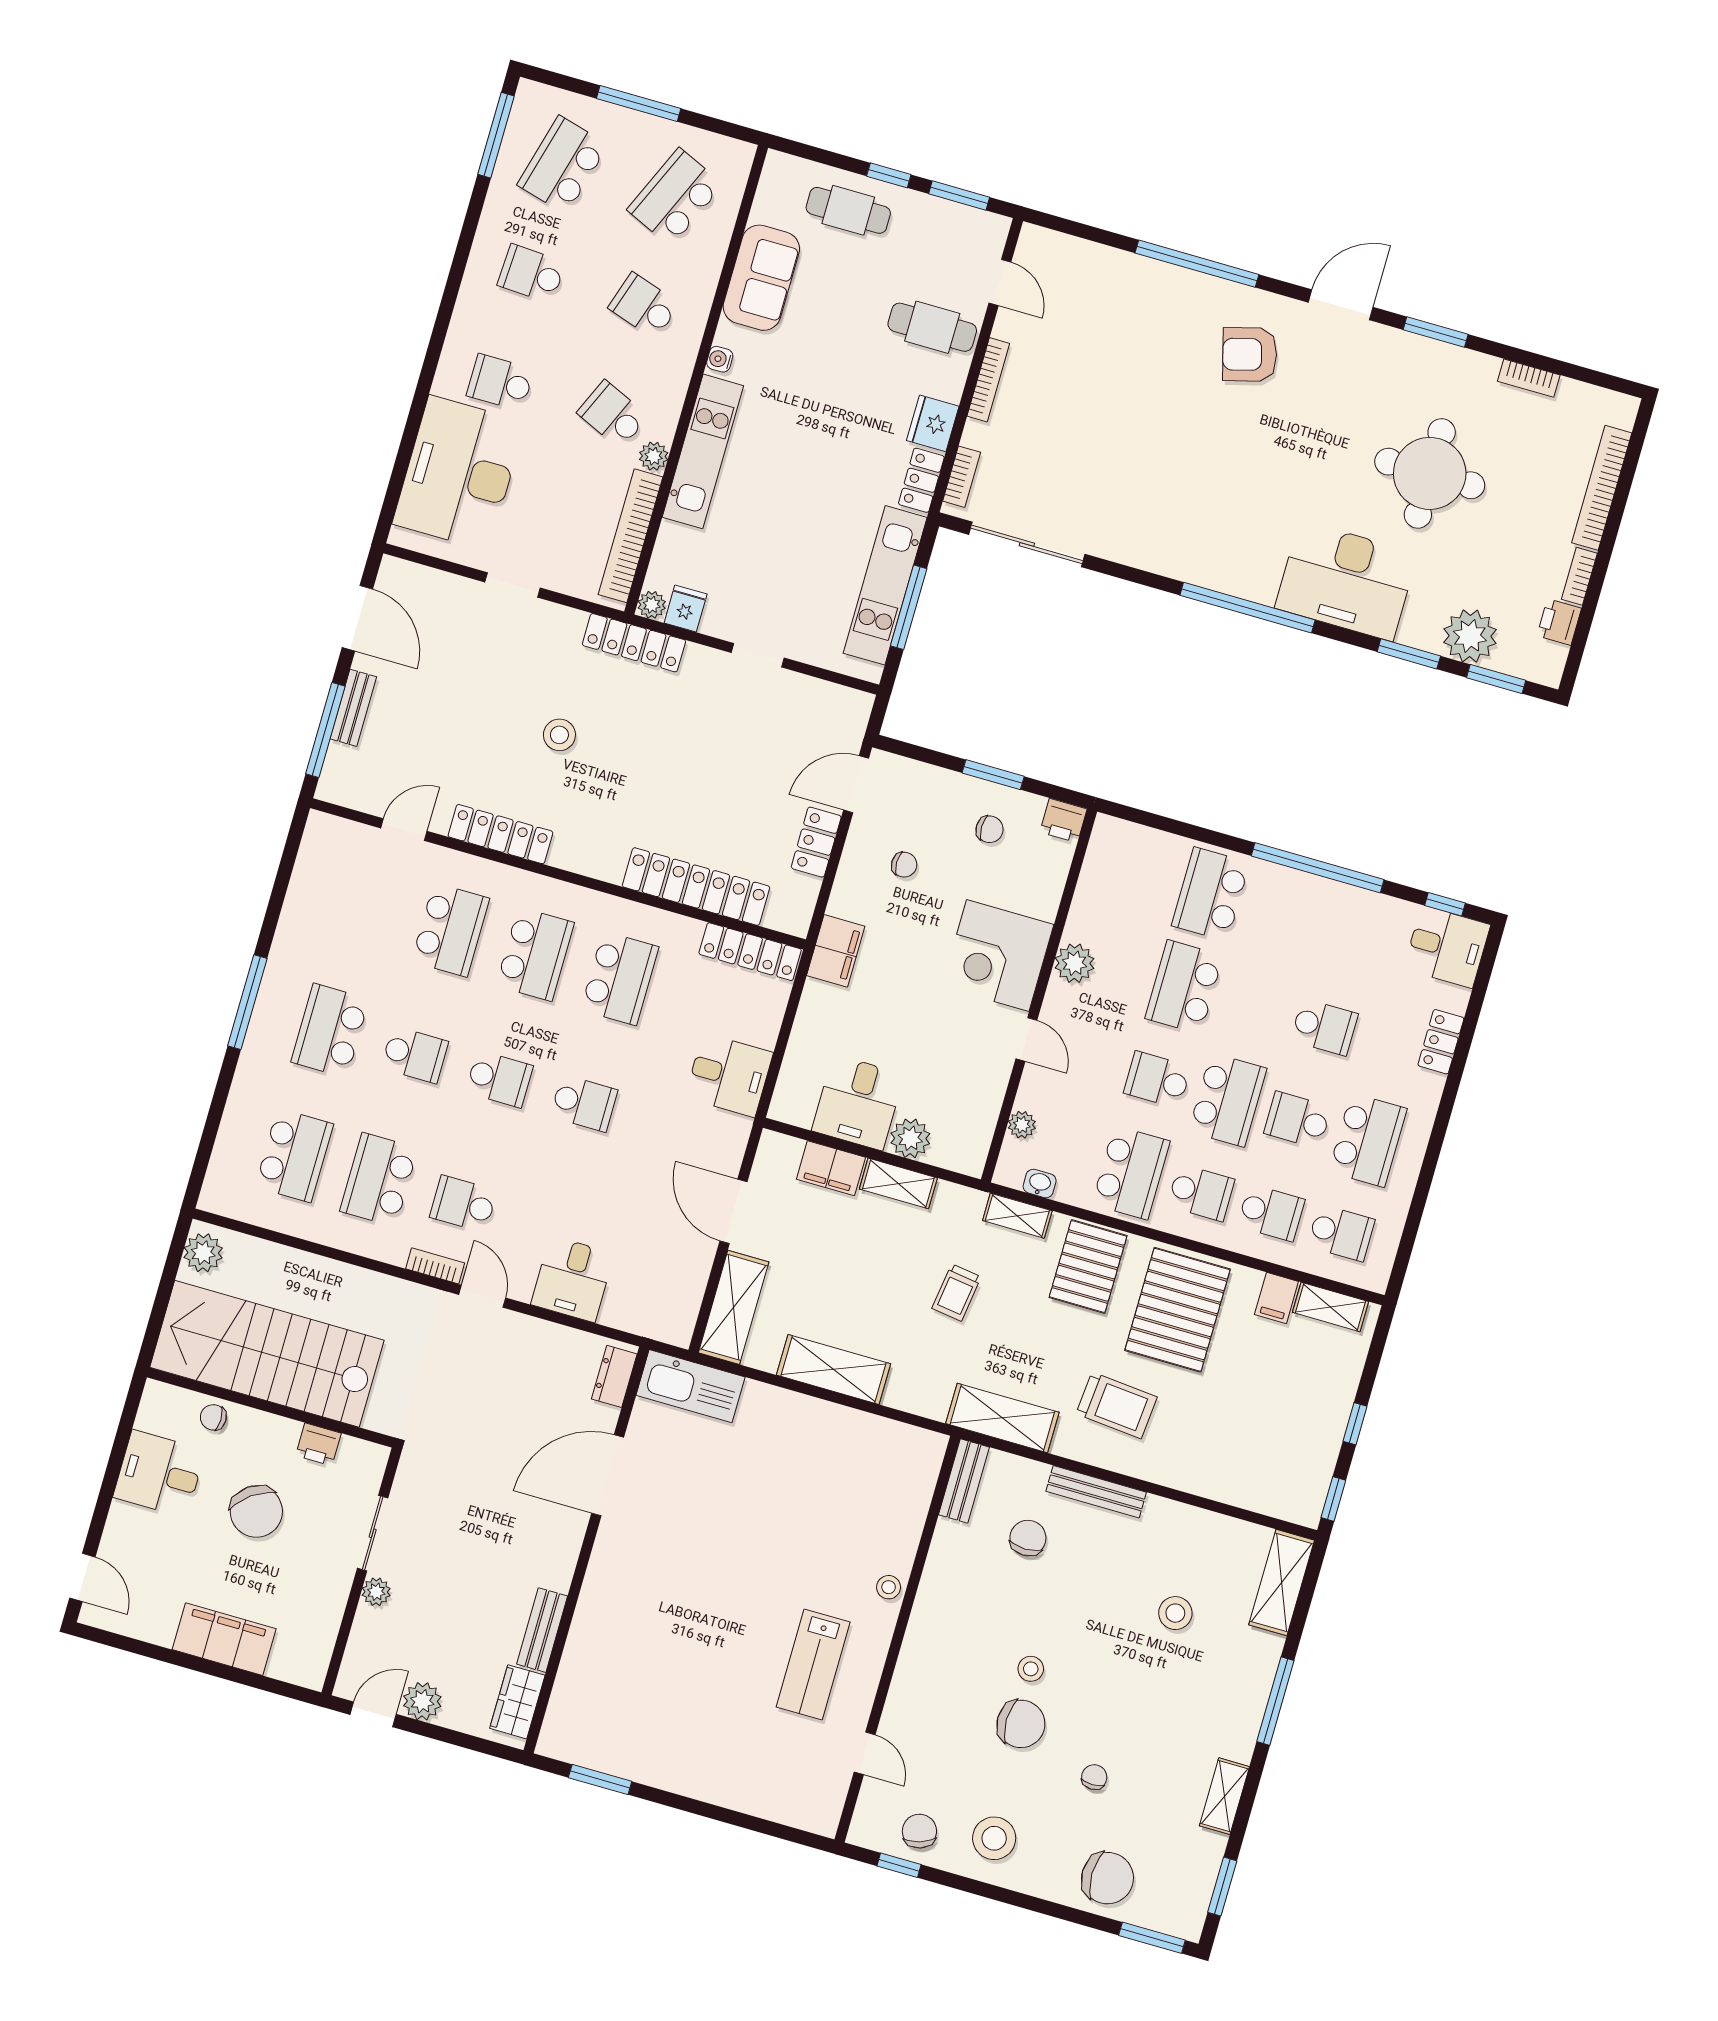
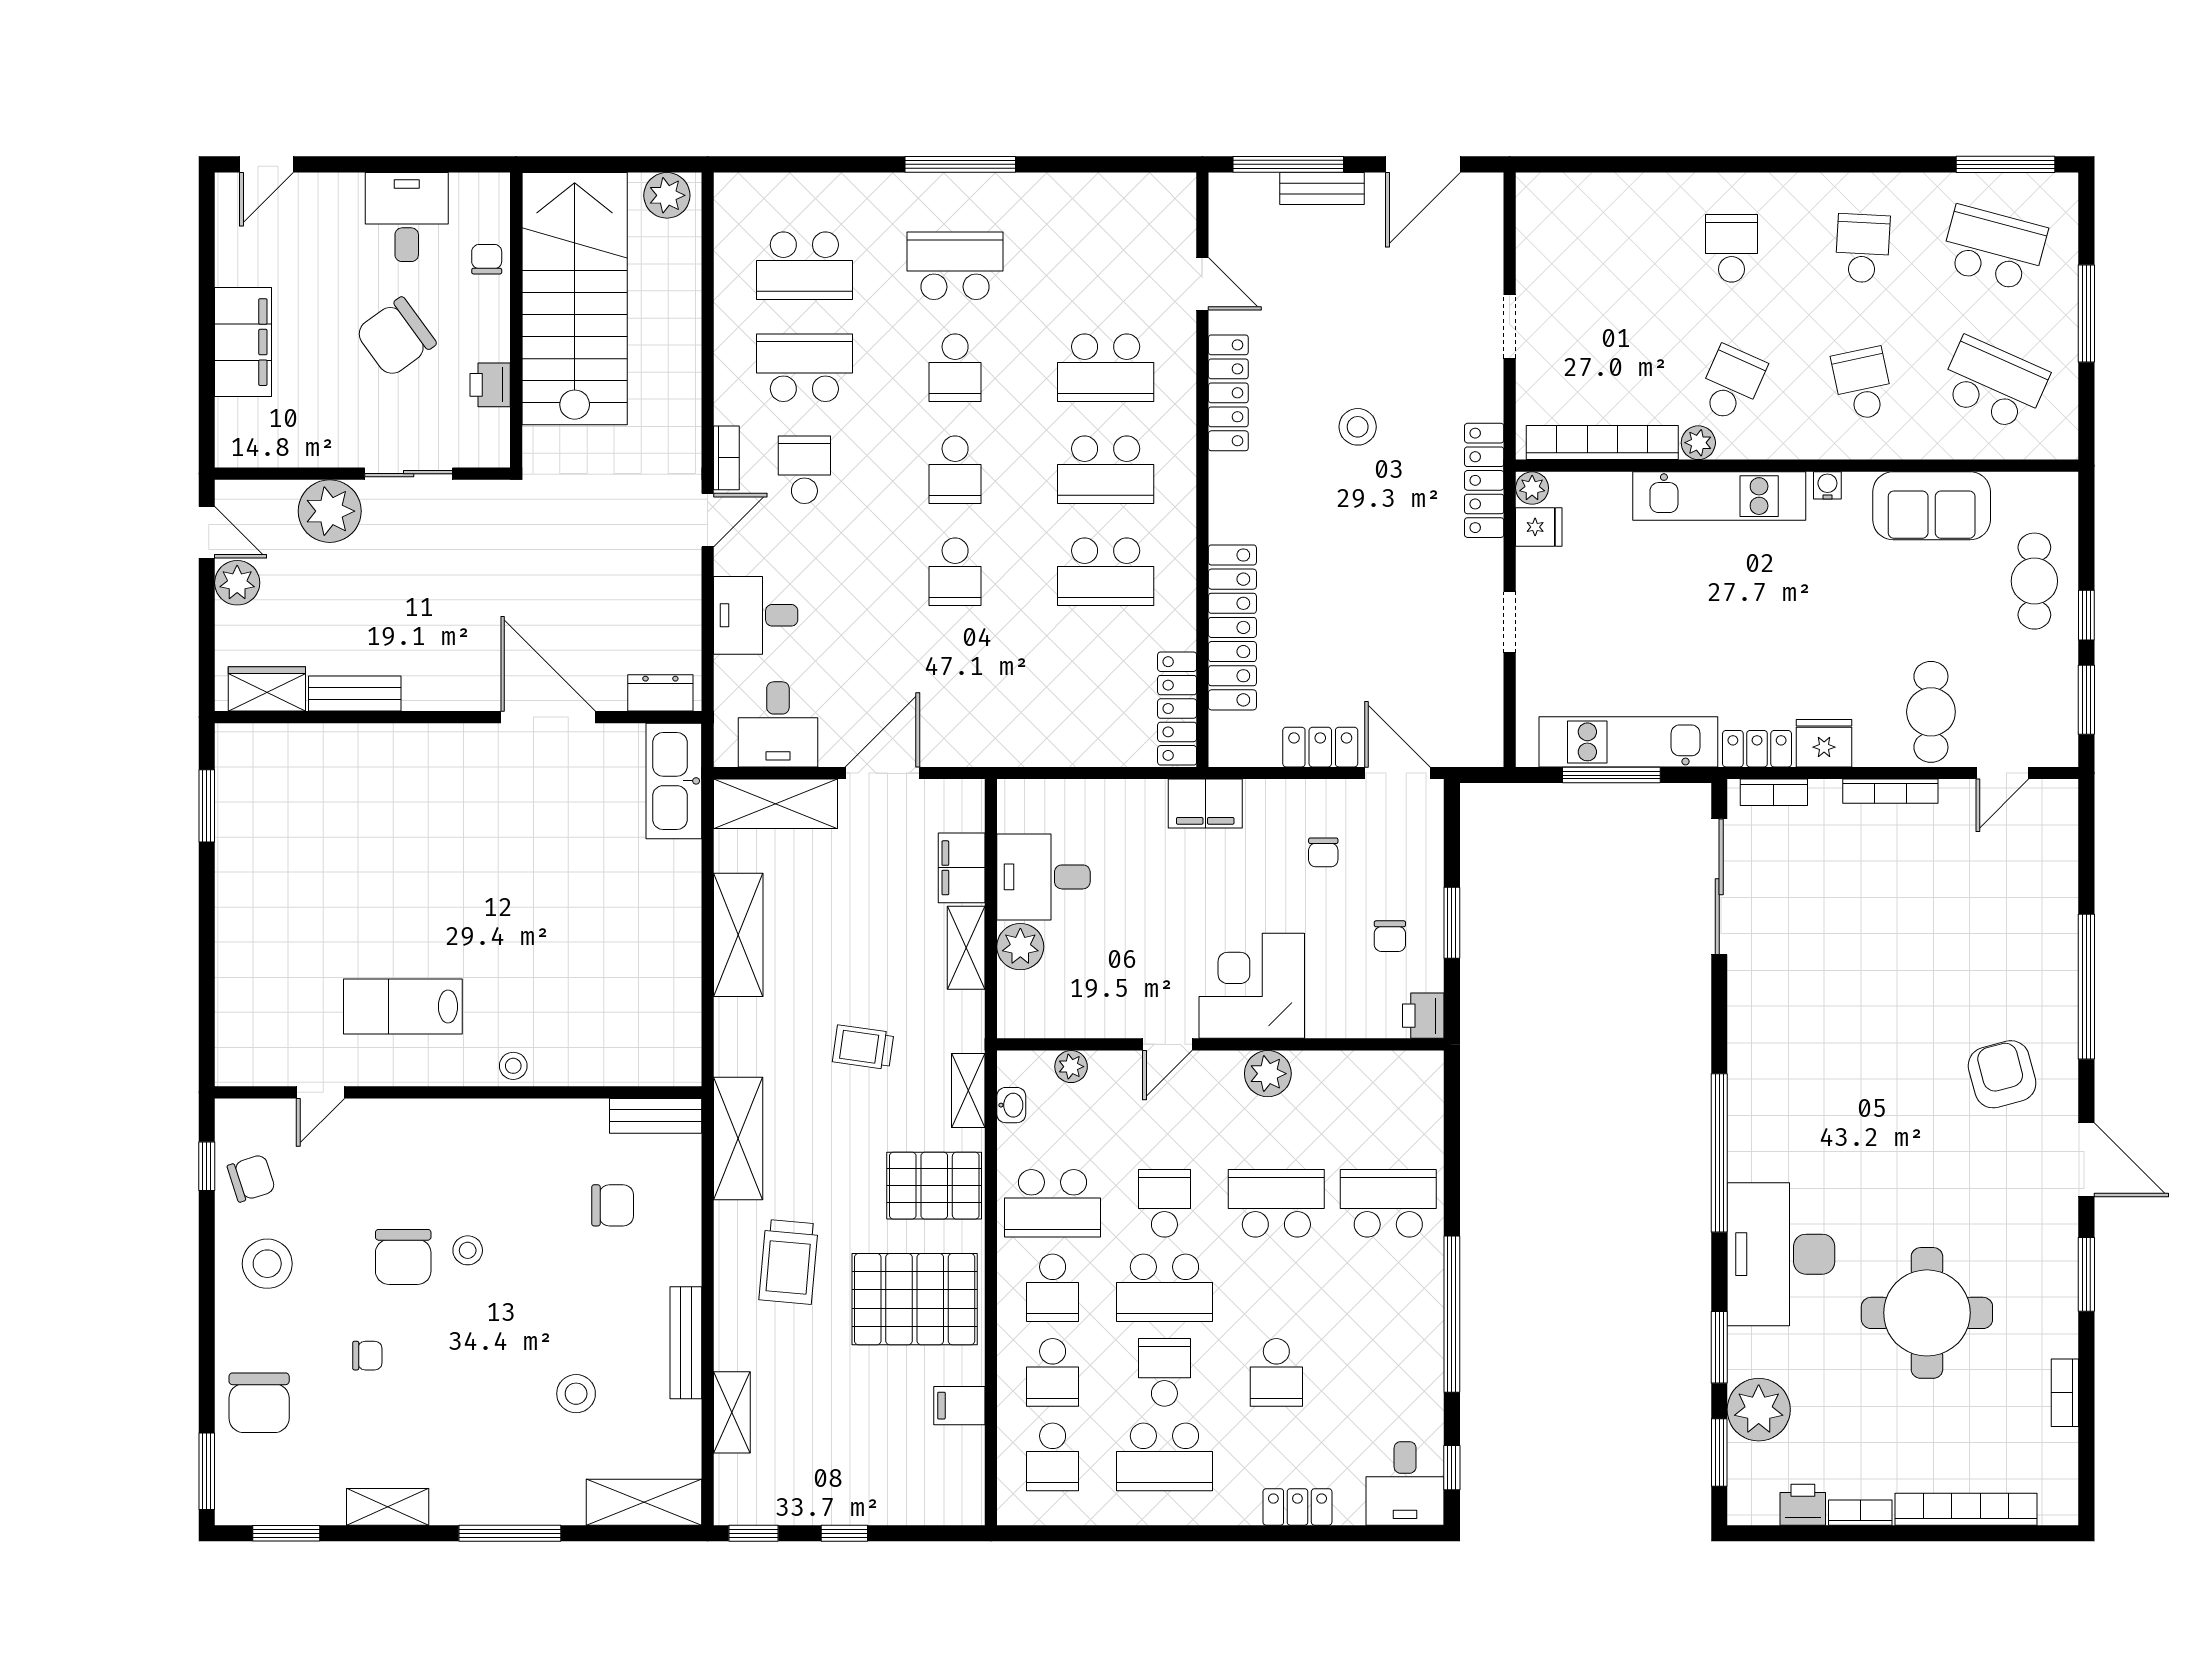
school desk: (644, 306) -> (1863, 384), turned -30
desk: (459, 473) -> (1617, 231), removed
desk: (729, 1075) -> (778, 724), moved
shelving: (1330, 1307) -> (732, 1412), moved
bench: (1096, 1492) -> (686, 1343), moved
plant: (376, 1592) -> (330, 511), width x1.87, depth x1.87

